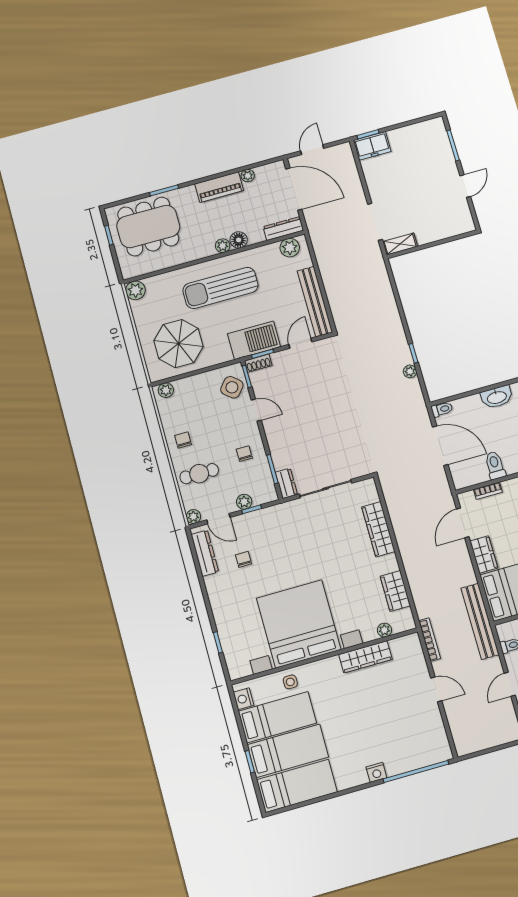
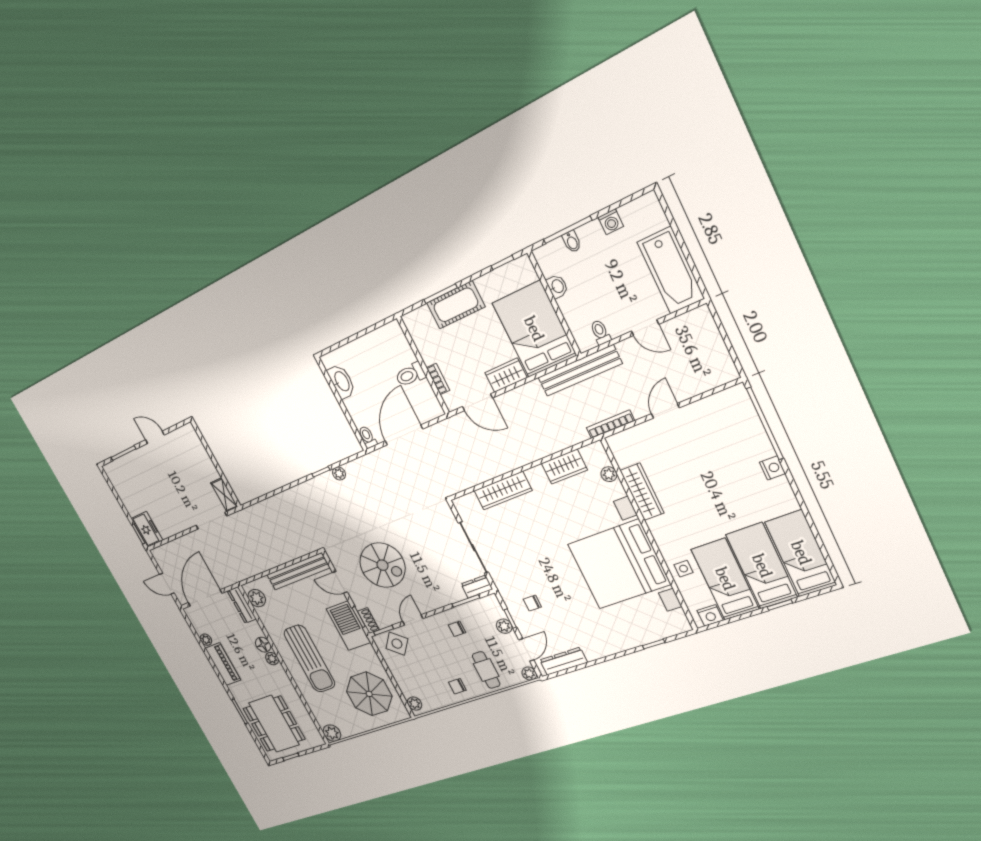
spiral stairs: (315, 393) -> (382, 565), added
chair: (244, 559) -> (532, 603), moved

